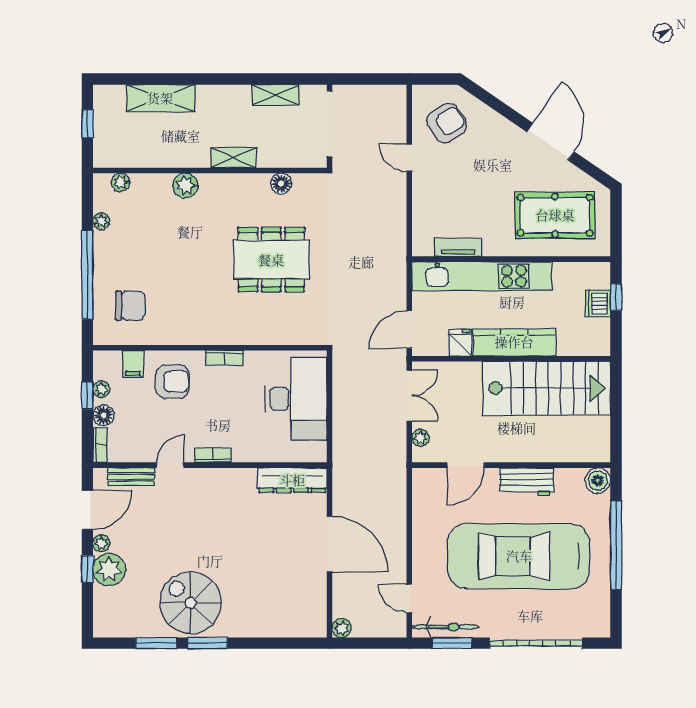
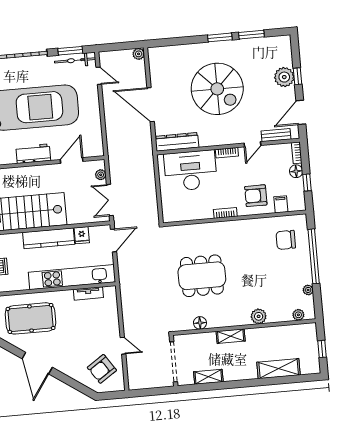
plant: (101, 389) -> (299, 187), removed
desk: (296, 399) -> (191, 171), moved, turned 90
plant: (101, 543) -> (290, 93), removed
spiral stairs: (191, 603) -> (217, 89), moved, width x1.37, depth x1.37

